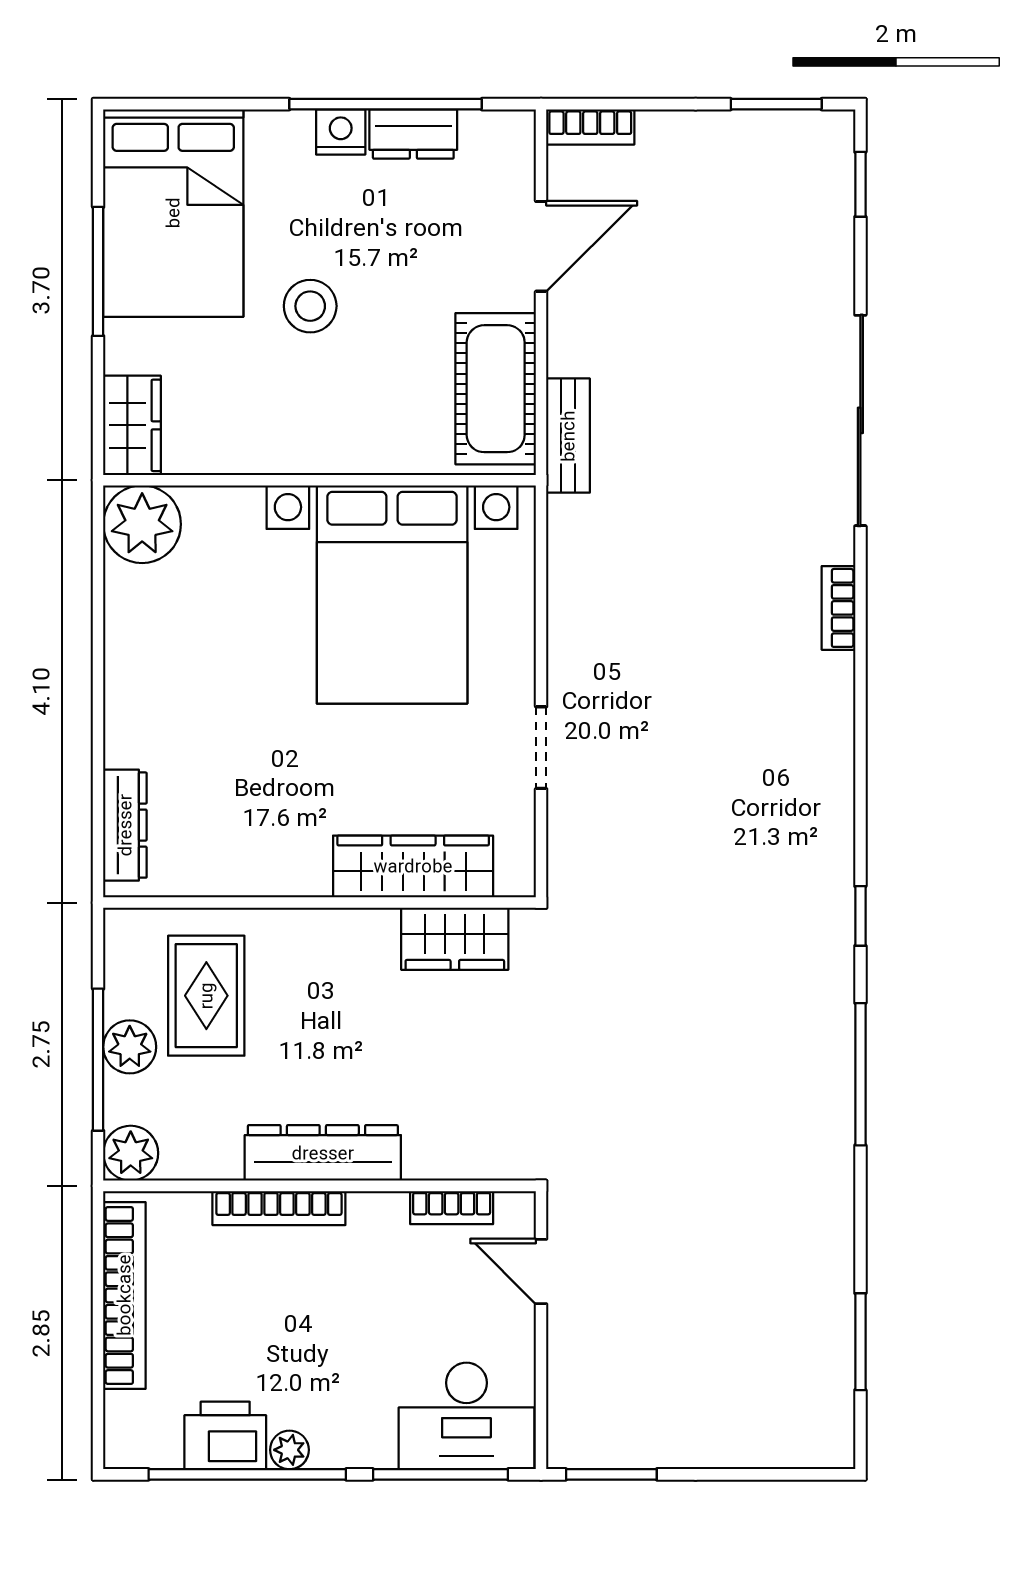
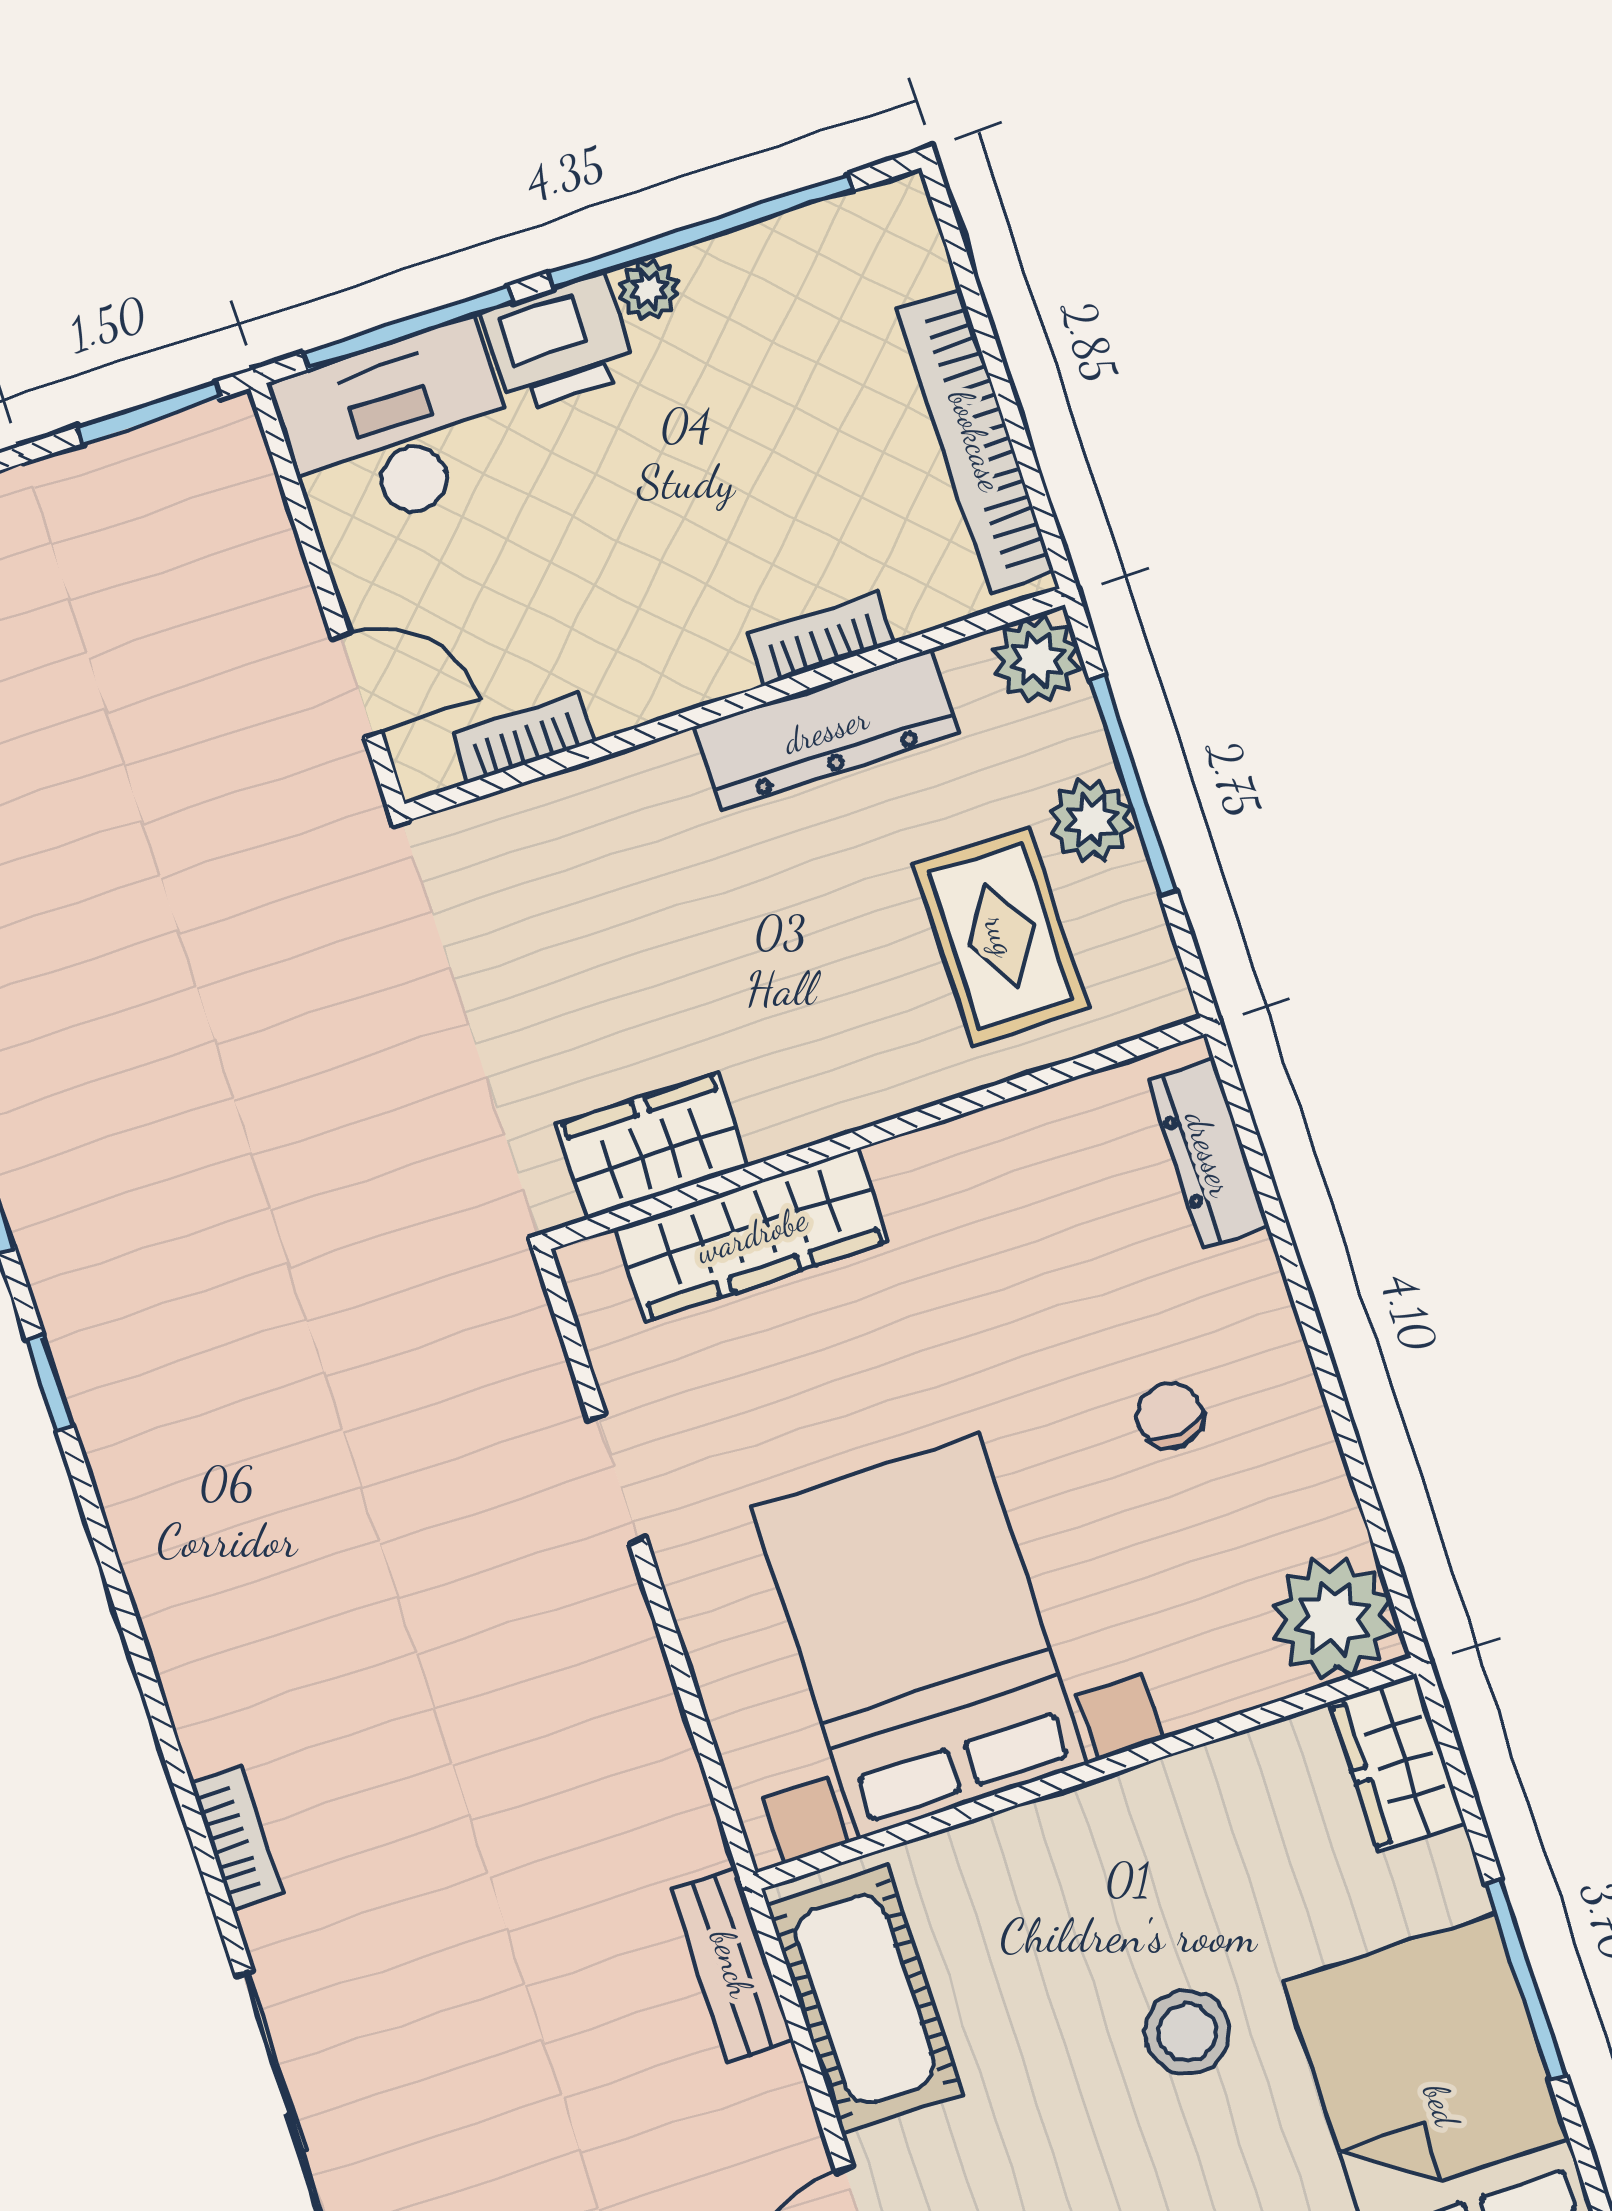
chair: (200, 677) -> (1170, 1416), added
dresser: (323, 1153) -> (826, 730), moved
bookcase: (279, 1208) -> (821, 639), width x0.64
printer: (225, 1435) -> (559, 343), moved

